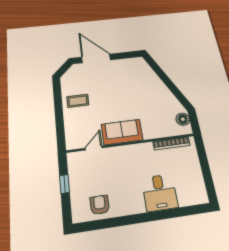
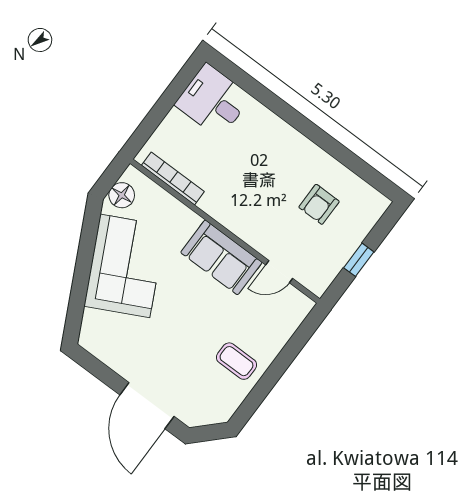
corner sofa: (154, 96) -> (125, 266), added
desk: (160, 193) -> (213, 101), moved, turned -90
armchair: (100, 205) -> (319, 204), moved

